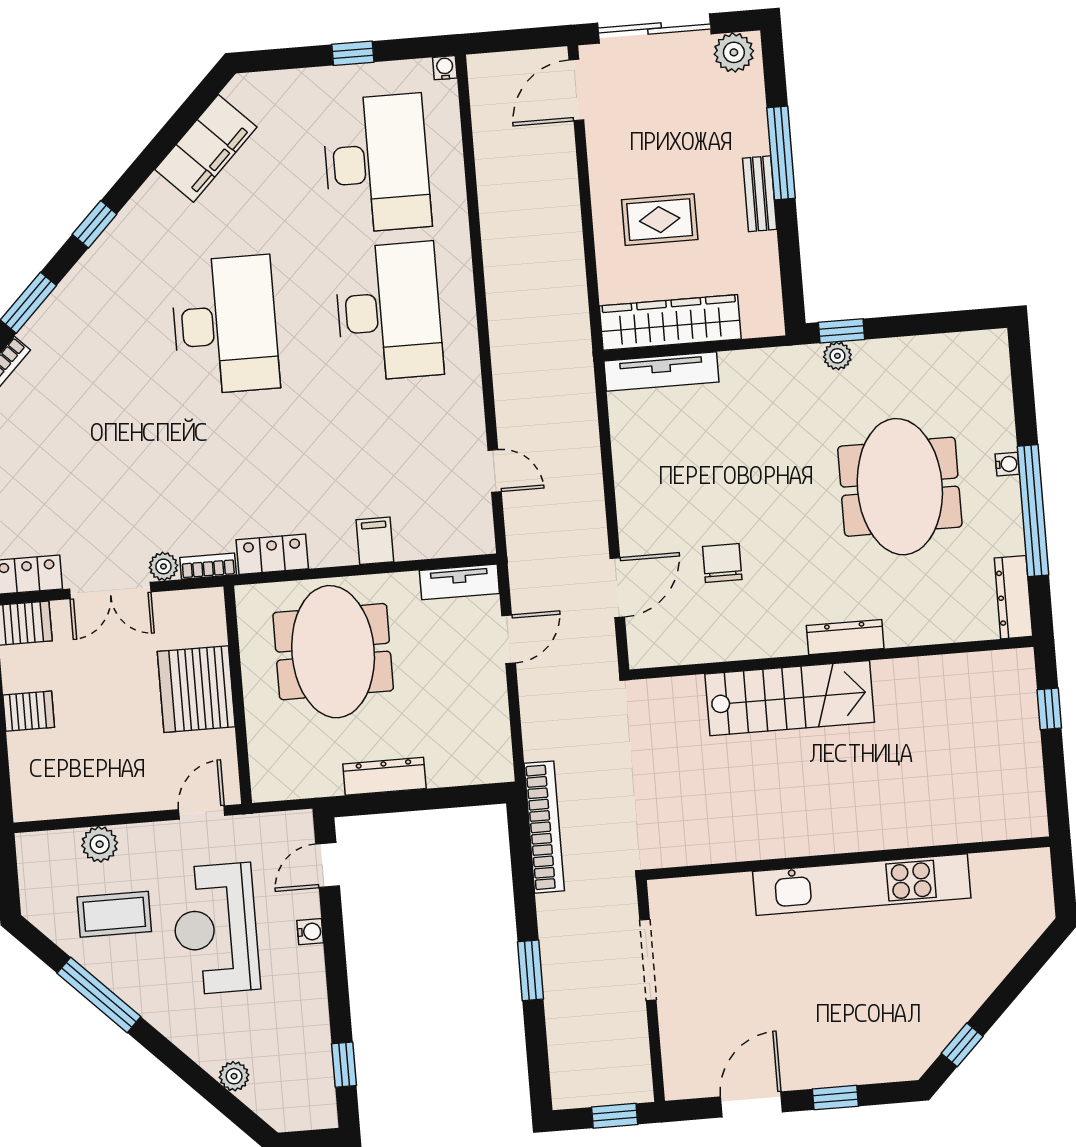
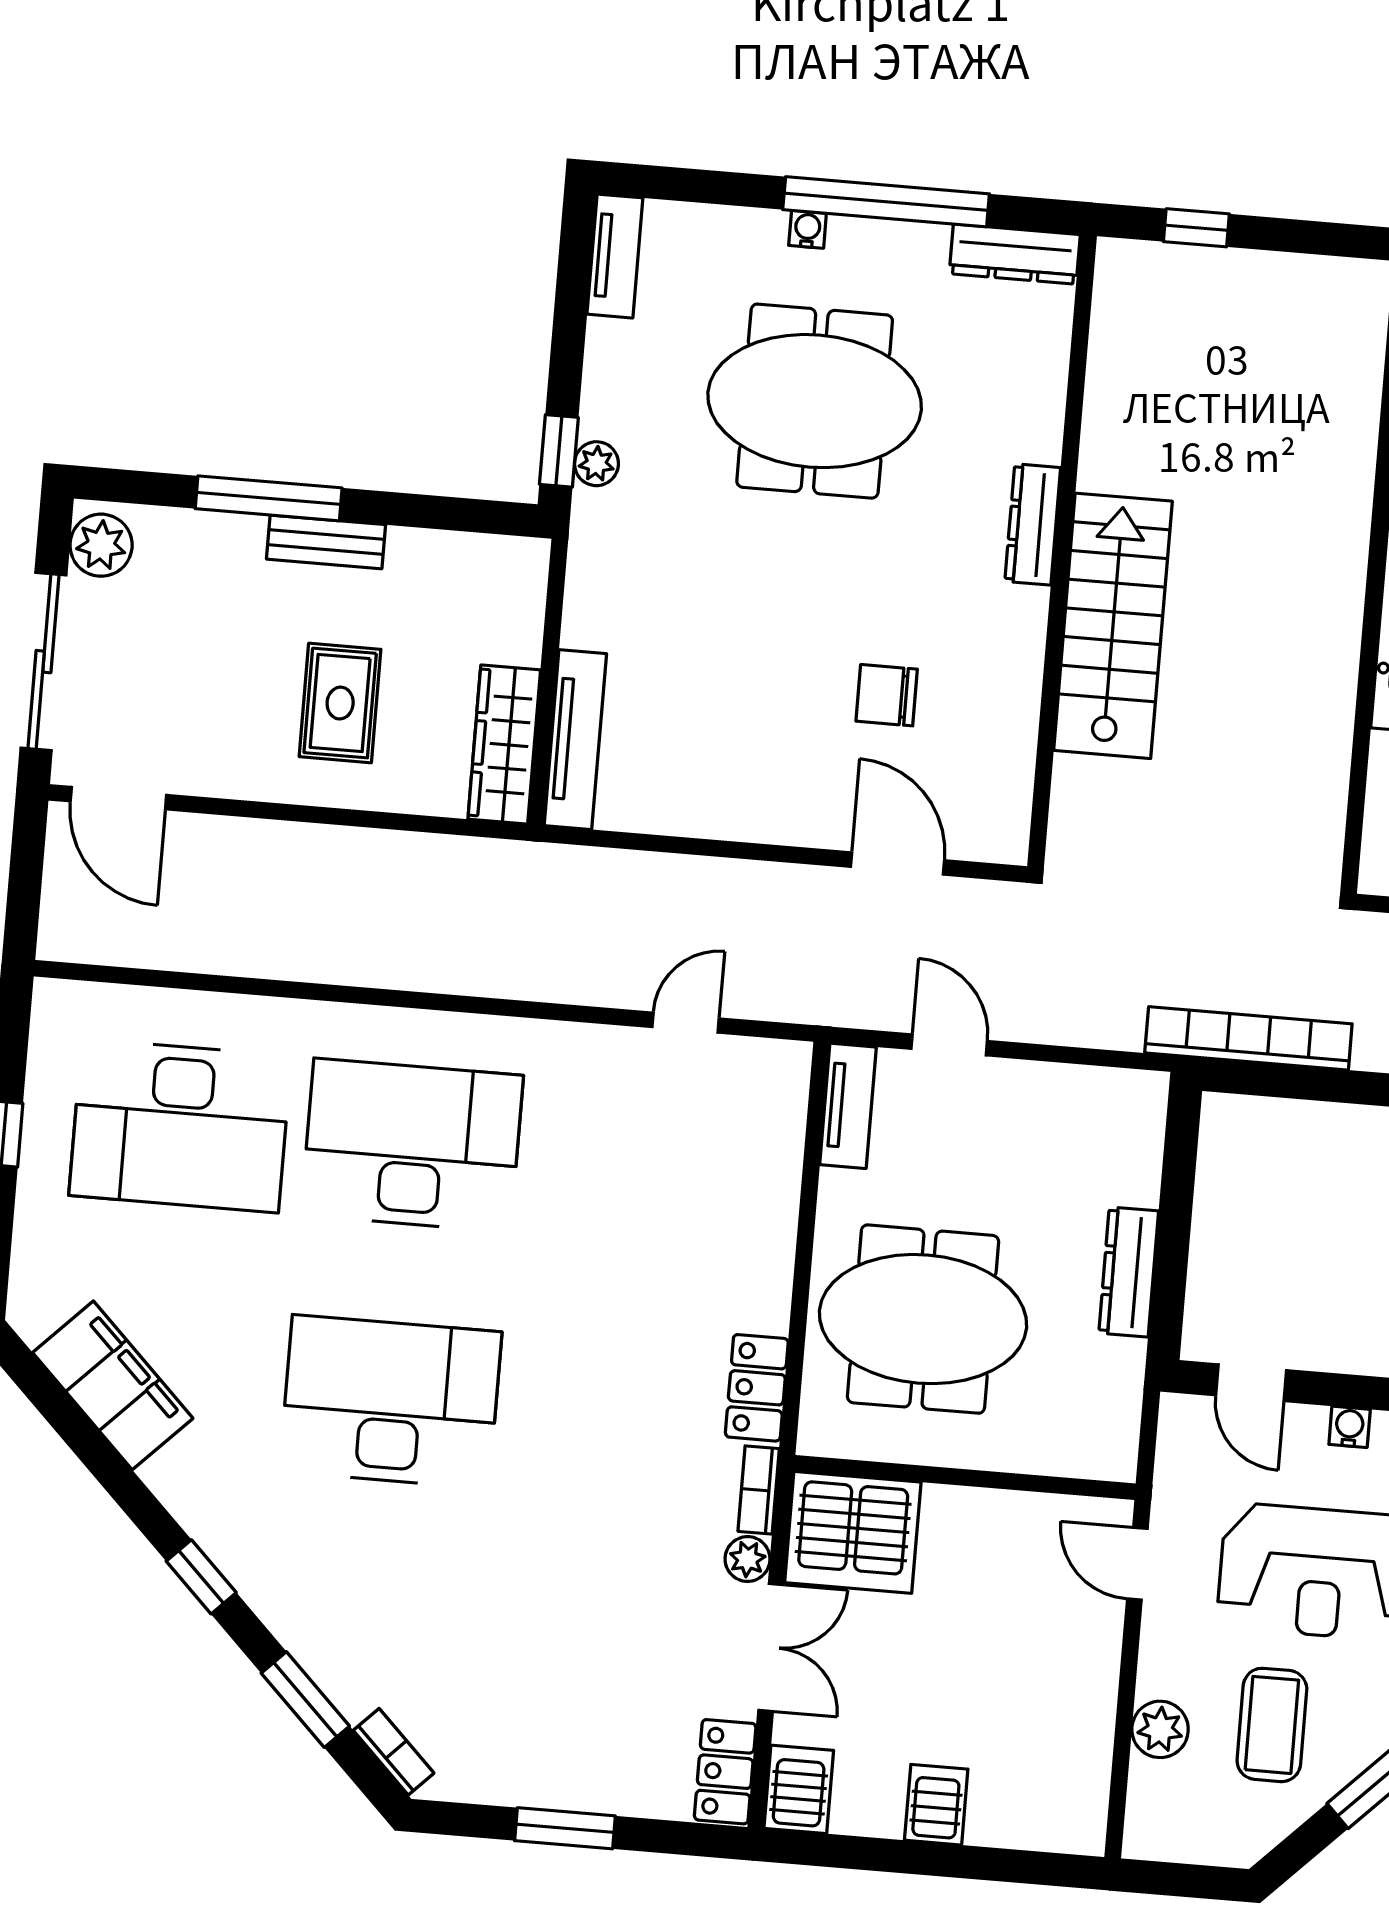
water cooler: (445, 68) -> (50, 996), removed
desk: (377, 163) -> (180, 1126), turned 180
wardrobe: (670, 322) -> (504, 745), width x0.71, depth x0.85
tv unit: (970, 346) -> (615, 256), added
filing cabinet: (375, 541) -> (763, 1226), removed
server rack: (196, 689) -> (853, 1532), moved

